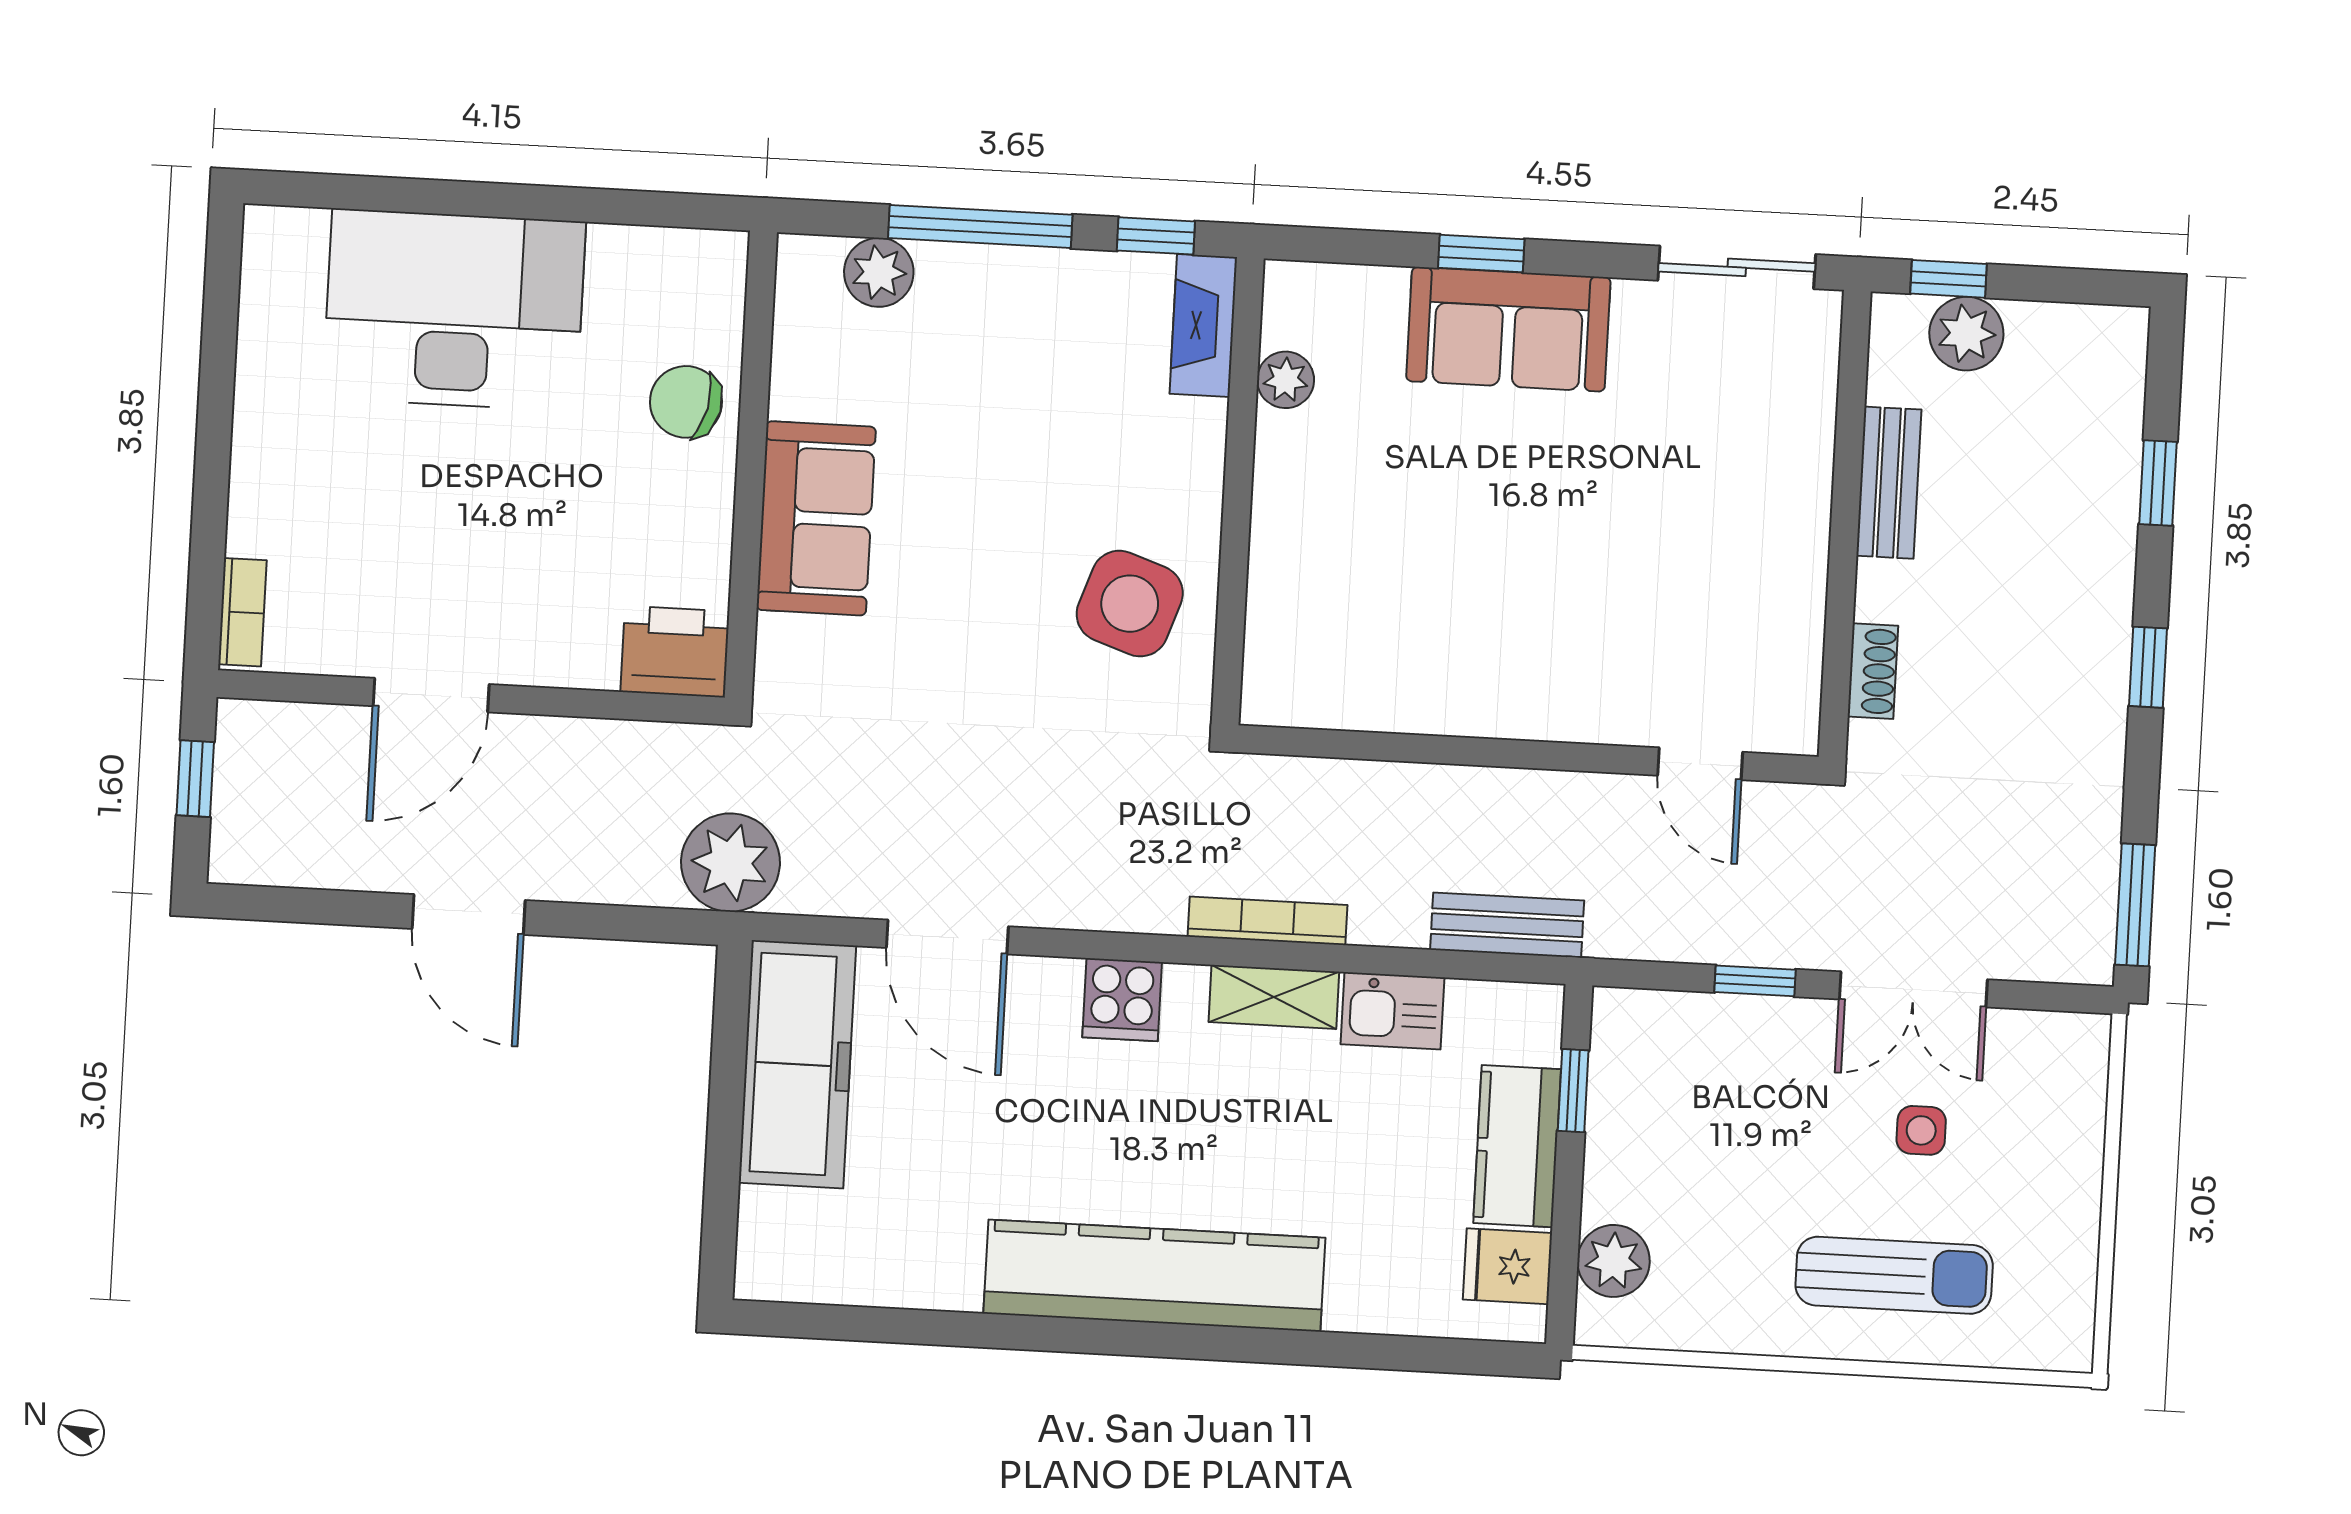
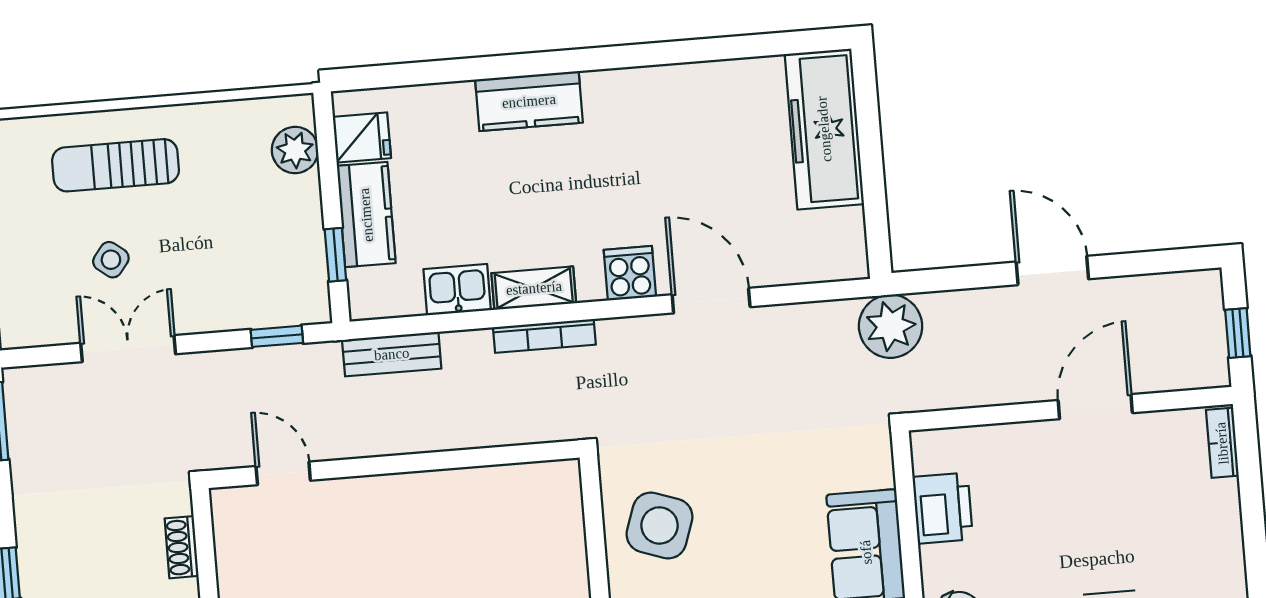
printer: (675, 652) -> (943, 508), moved, turned -90
door: (947, 937) -> (711, 301), moved
window: (1755, 981) -> (277, 336), moved
freezer: (797, 1064) -> (824, 129), moved
side table: (1921, 1130) -> (111, 260), turned 38
kitchen counter: (1154, 1276) -> (529, 101), width x0.48, depth x0.86

